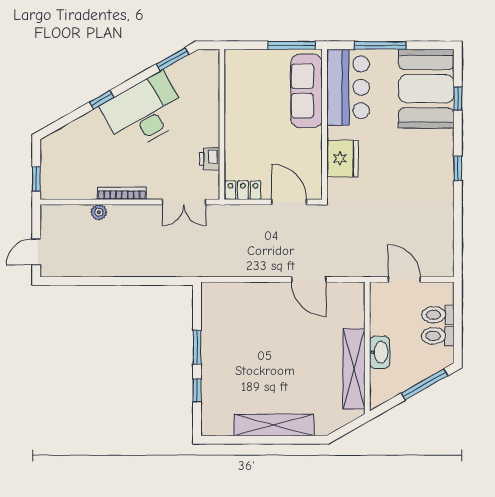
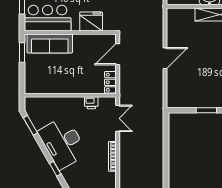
window: (292, 45) -> (22, 53), width x0.69
plant: (99, 212) -> (124, 170), removed
door: (309, 279) -> (165, 58), moved

